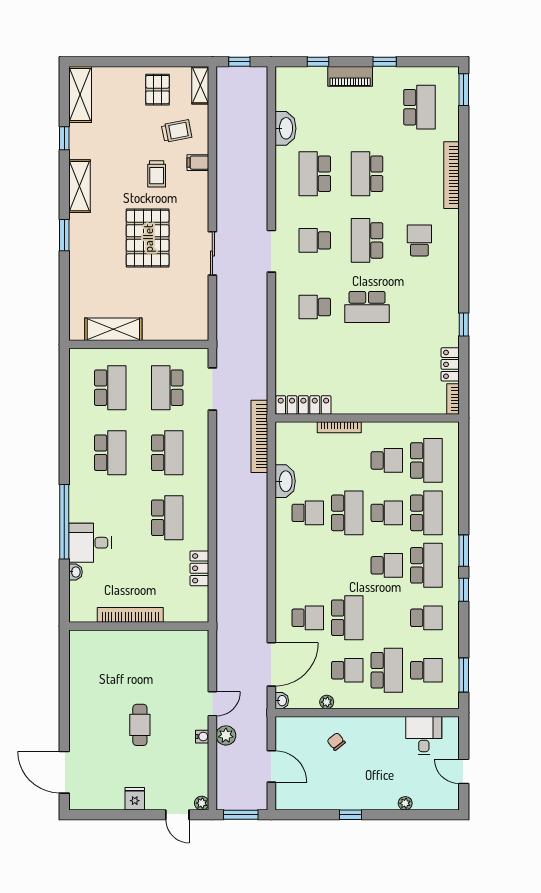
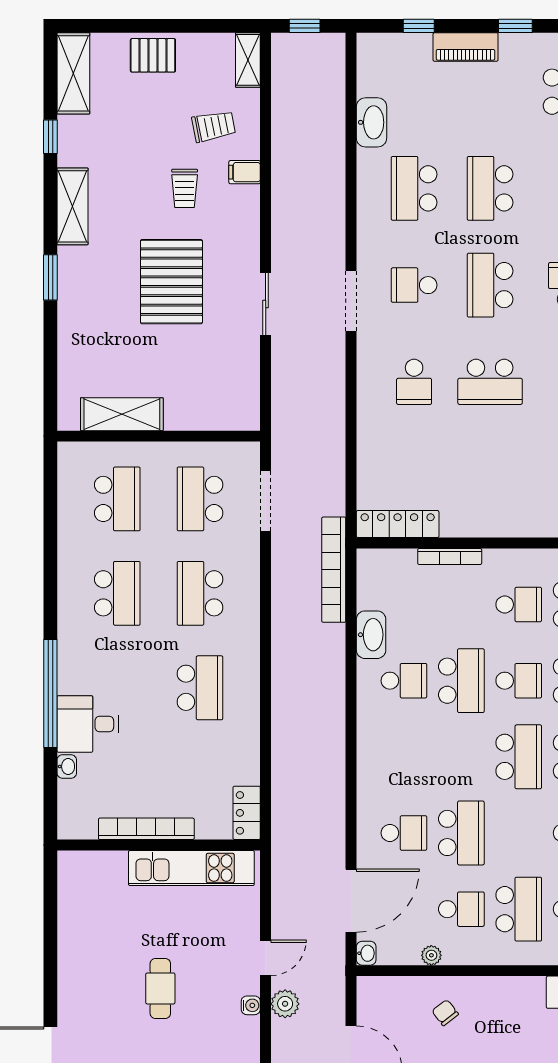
pallet: (158, 90) -> (153, 55), moved, turned 90
school desk: (315, 307) -> (414, 382), turned -90
school desk: (167, 453) -> (200, 593), turned 180
school desk: (387, 565) -> (519, 757), width x1.85
locker: (199, 568) -> (247, 813), moved
kitchen unit: (161, 642) -> (191, 868), added

